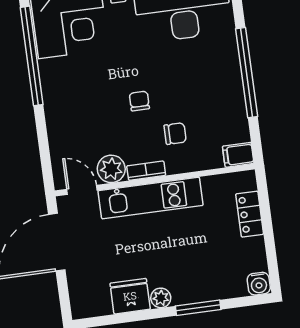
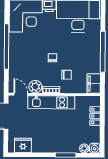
window: (32, 56) -> (6, 47), moved
filing cabinet: (238, 155) -> (94, 83), width x2.00
fridge: (130, 296) -> (23, 145), moved
plant: (161, 298) -> (84, 148), moved

